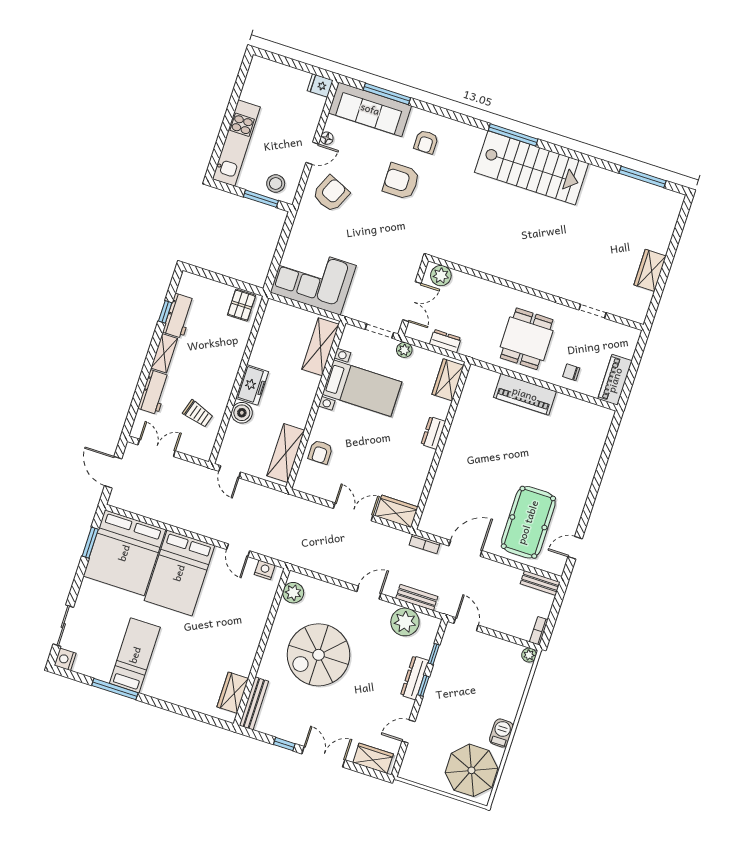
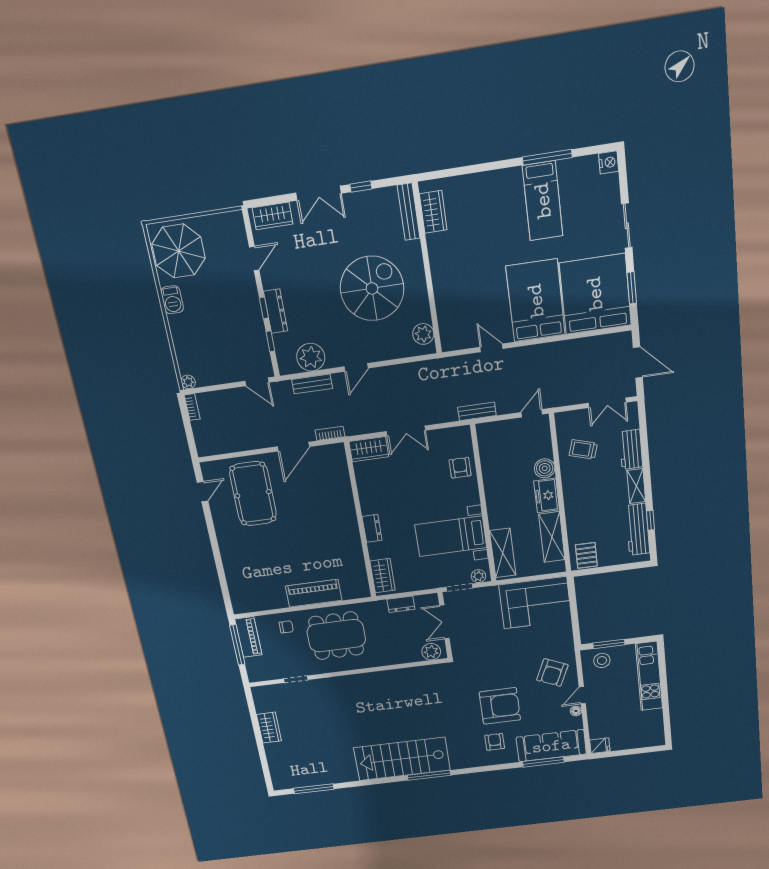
armchair: (401, 181) -> (500, 706), width x1.36, depth x1.36
workbench: (179, 316) -> (638, 529), width x1.38
dining table: (527, 339) -> (336, 636), width x1.38
plant: (404, 350) -> (478, 576), moved
window: (631, 377) -> (237, 645), added
shelving: (286, 453) -> (552, 537), moved
door: (230, 472) -> (532, 413), hinge flipped
nightstand: (265, 570) -> (459, 342), removed
bench: (540, 583) -> (477, 411), moved
sliding door: (63, 626) -> (627, 226), moved

